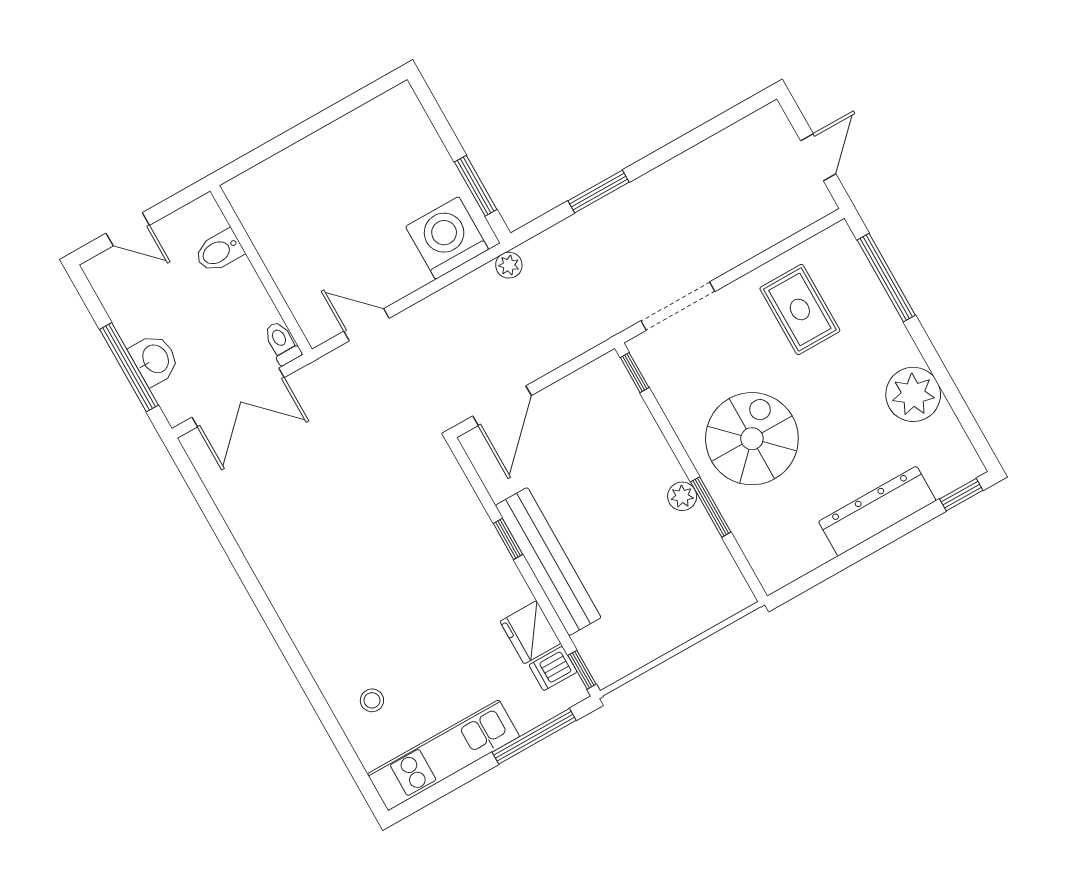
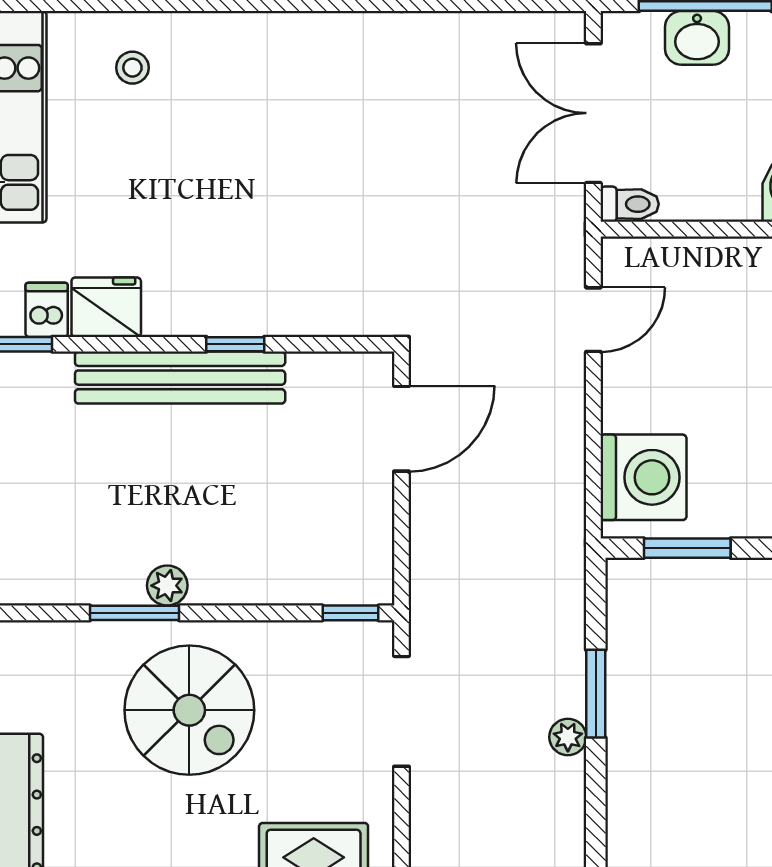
plant: (509, 265) -> (568, 737), moved
door: (502, 406) -> (401, 429), swing flipped

